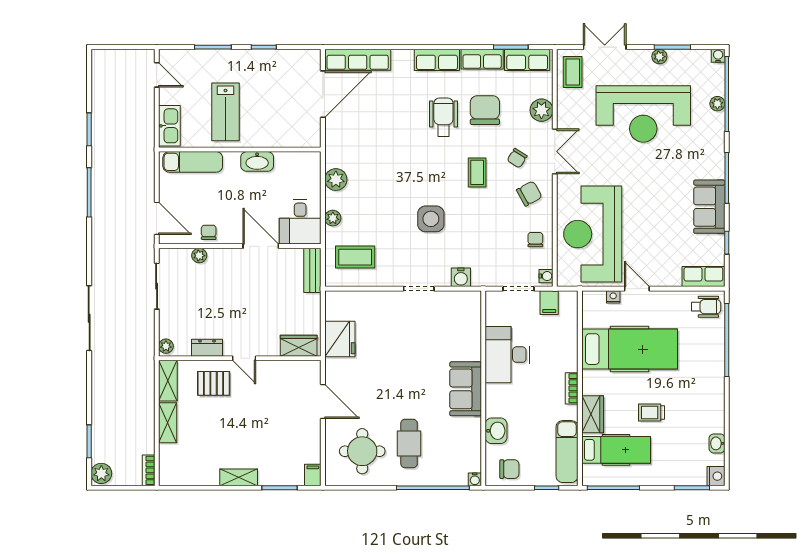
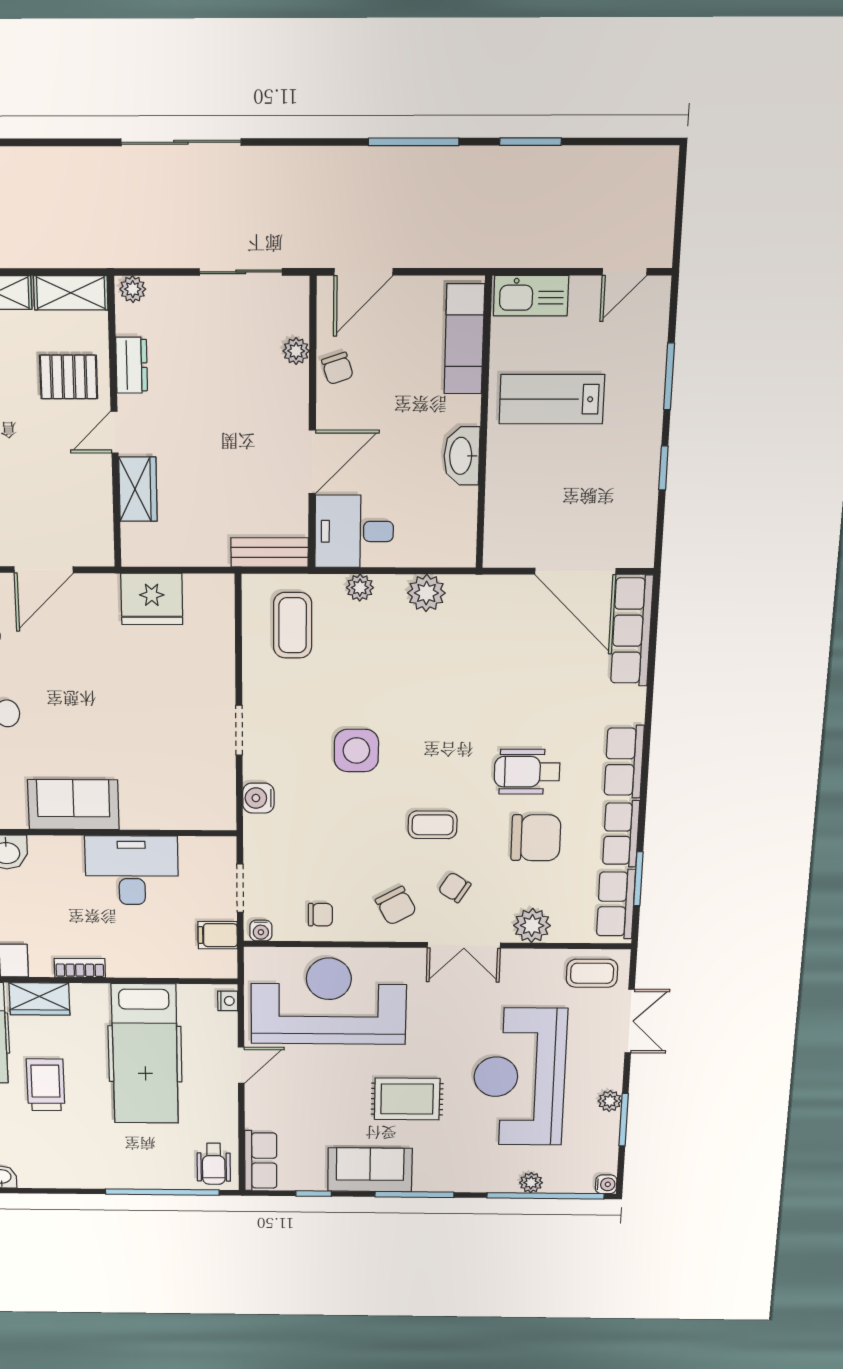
wheelchair: (443, 117) -> (527, 772), turned 180
rug: (659, 184) -> (407, 1099), added
chair: (209, 232) -> (337, 368), turned 72
nightstand: (613, 297) -> (228, 1001), moved
wardrobe: (299, 346) -> (138, 489), moved
pallet: (214, 383) -> (69, 377), turned 90
trolley: (651, 412) -> (46, 1085), width x1.36, depth x1.39

